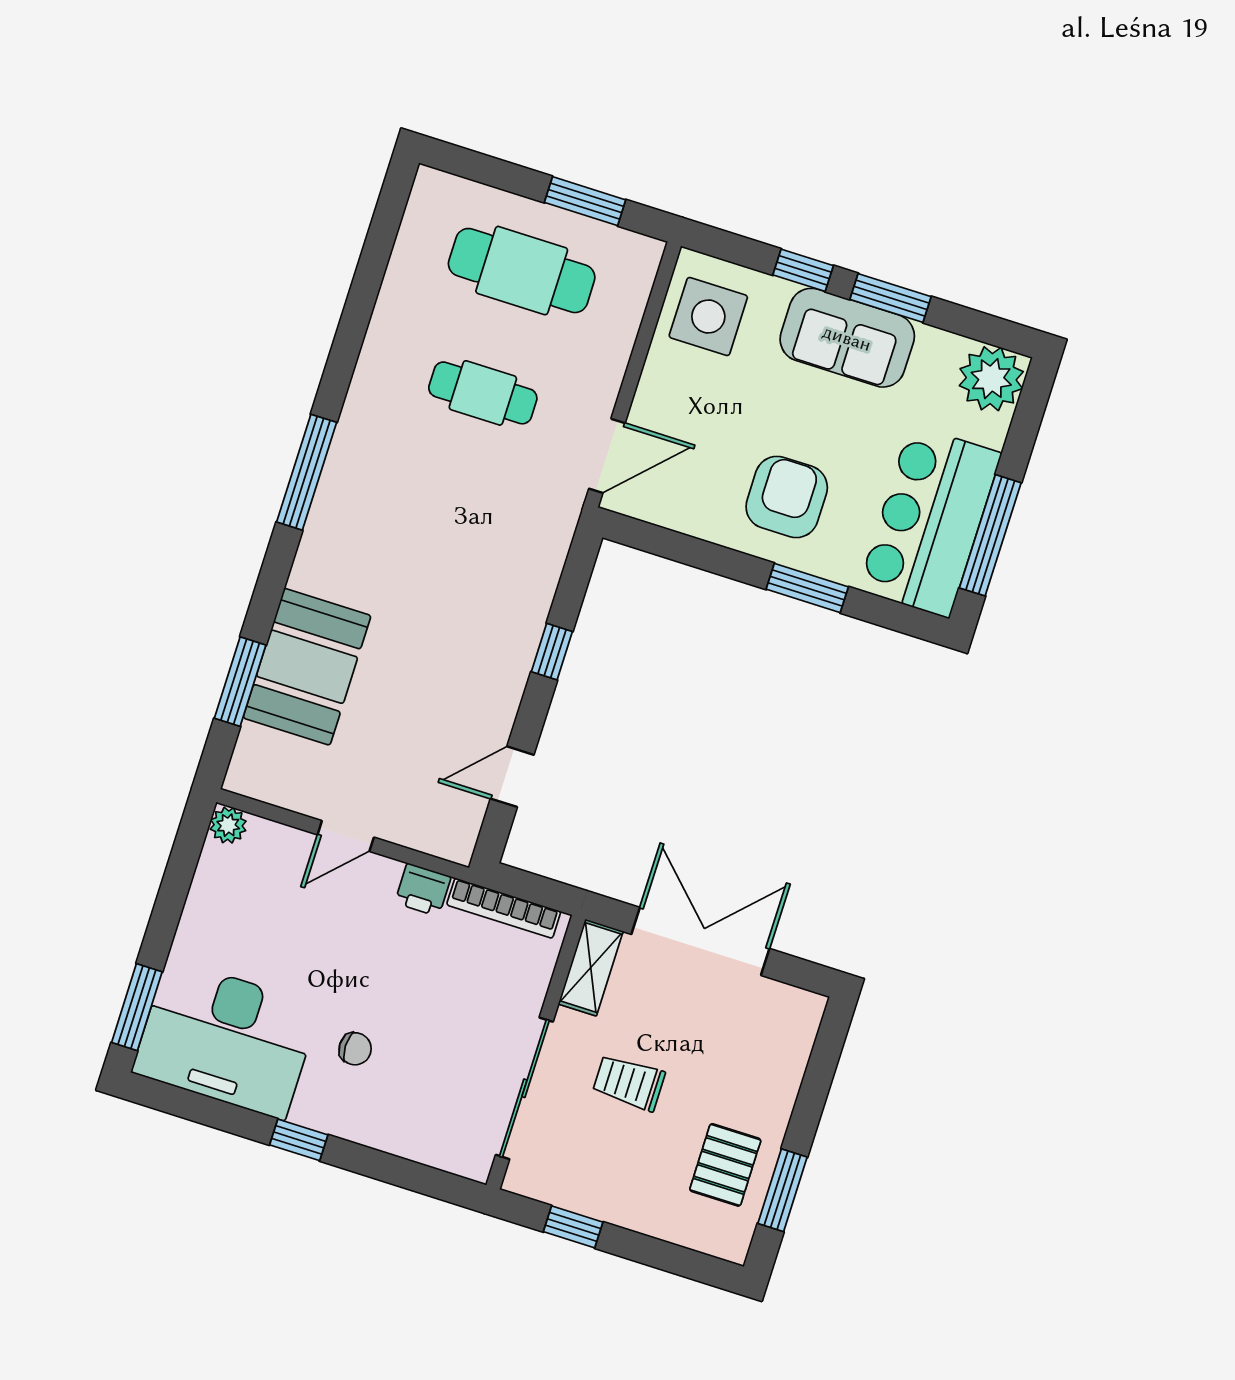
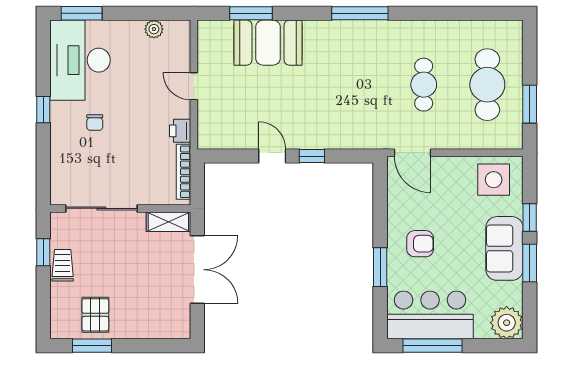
armchair: (787, 497) -> (420, 244), width x0.72, depth x0.72
door: (512, 777) -> (272, 156), moved
plant: (228, 825) -> (154, 29), moved
trolley: (629, 1083) -> (63, 265), moved
pallet: (725, 1165) -> (95, 315), turned 90

